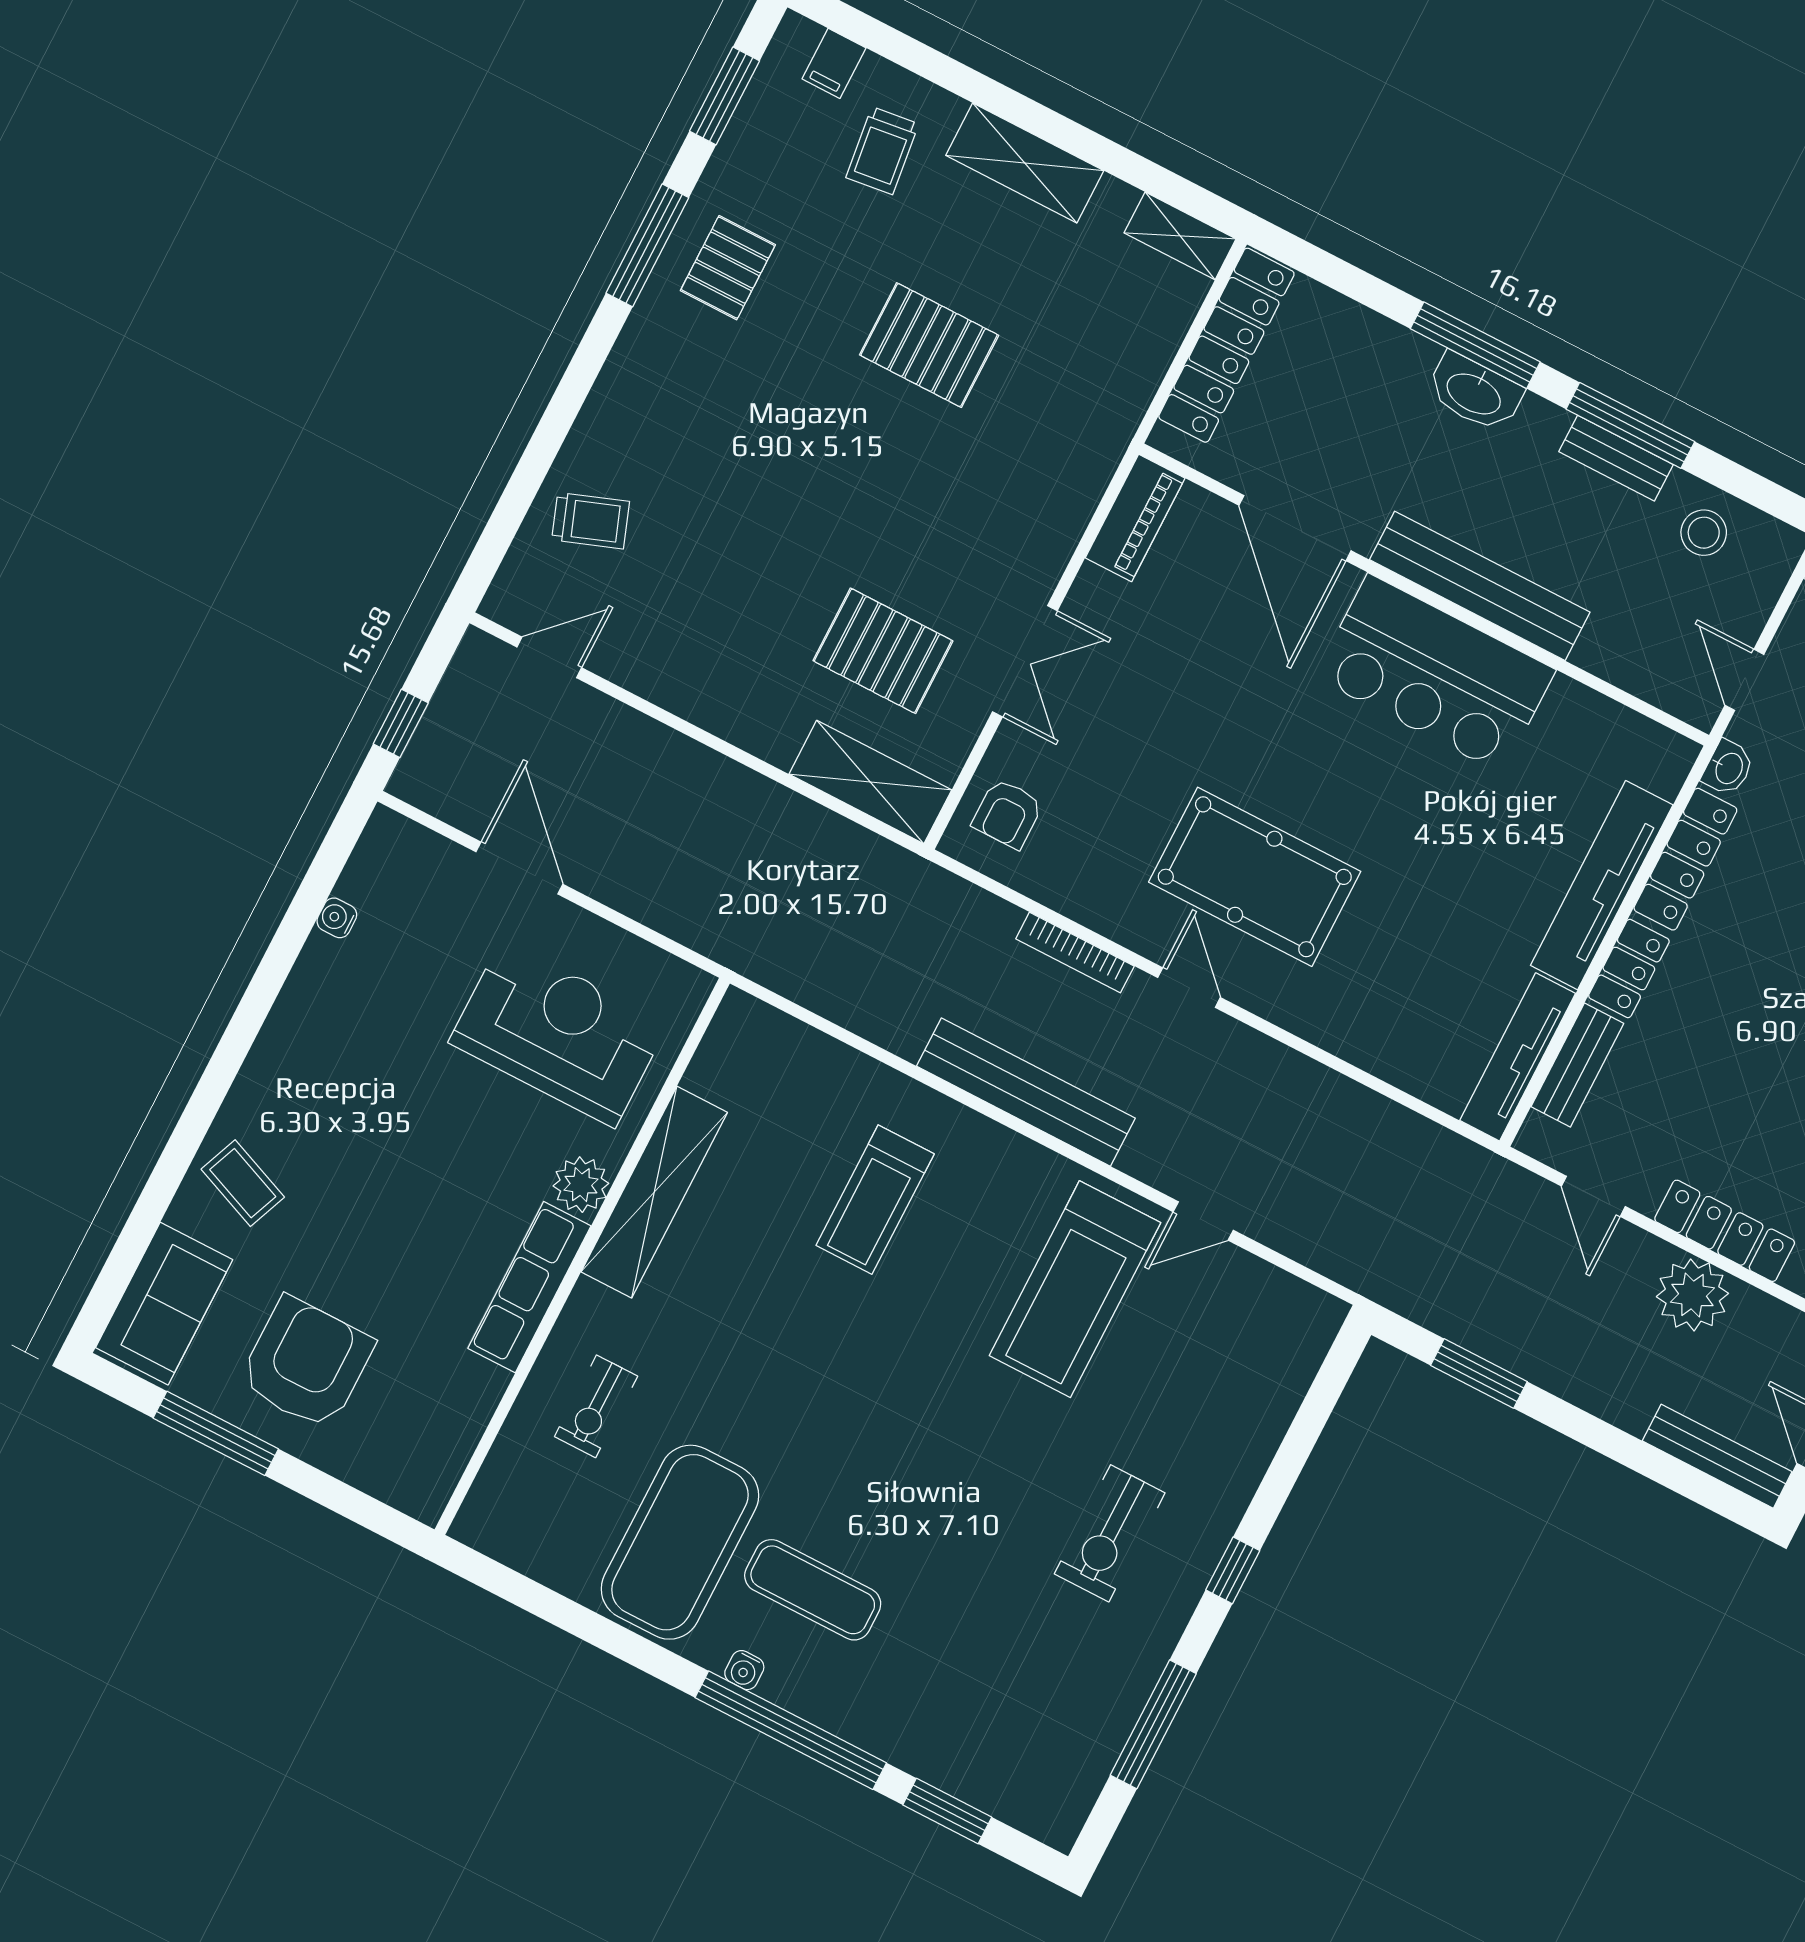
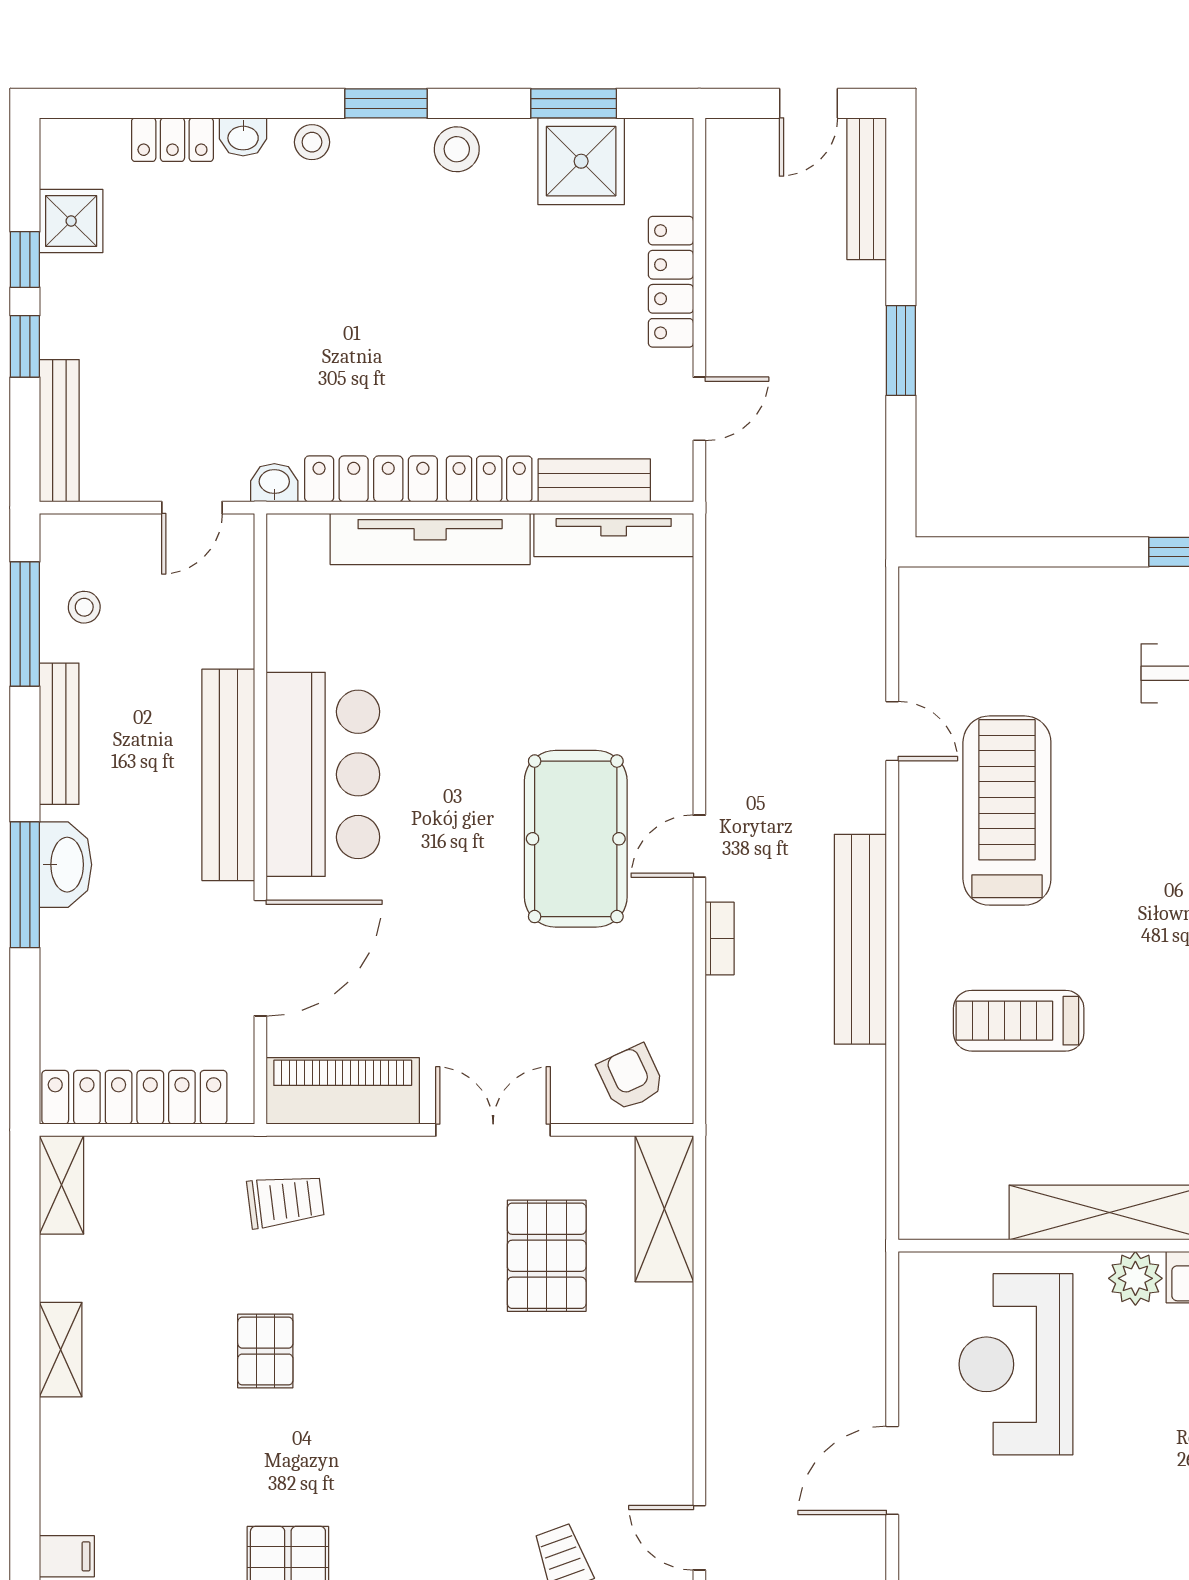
trolley: (882, 151) -> (286, 1201), moved
shelving: (1025, 163) -> (61, 1350), width x0.67, depth x0.75
pallet: (929, 345) -> (265, 1351), width x0.67, depth x0.71
window: (1630, 425) -> (25, 624), moved
bench: (1616, 458) -> (59, 734), width x1.36
piano: (1135, 518) -> (343, 1091), width x1.37, depth x1.33
stool: (1704, 533) -> (84, 607), width x0.73, depth x0.73
armchair: (1008, 814) -> (631, 1078), turned -115
bookcase: (1075, 953) -> (720, 938), width x0.64
treadmill: (875, 1200) -> (1019, 1021), turned 180
treadmill: (1075, 1289) -> (1007, 811), turned -90
plant: (1692, 1295) -> (740, 281), removed
window: (1479, 1373) -> (901, 351), moved

